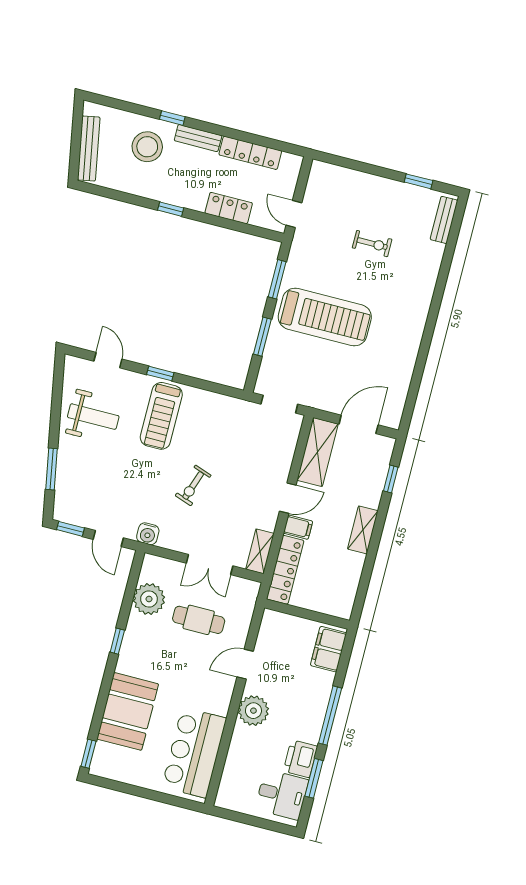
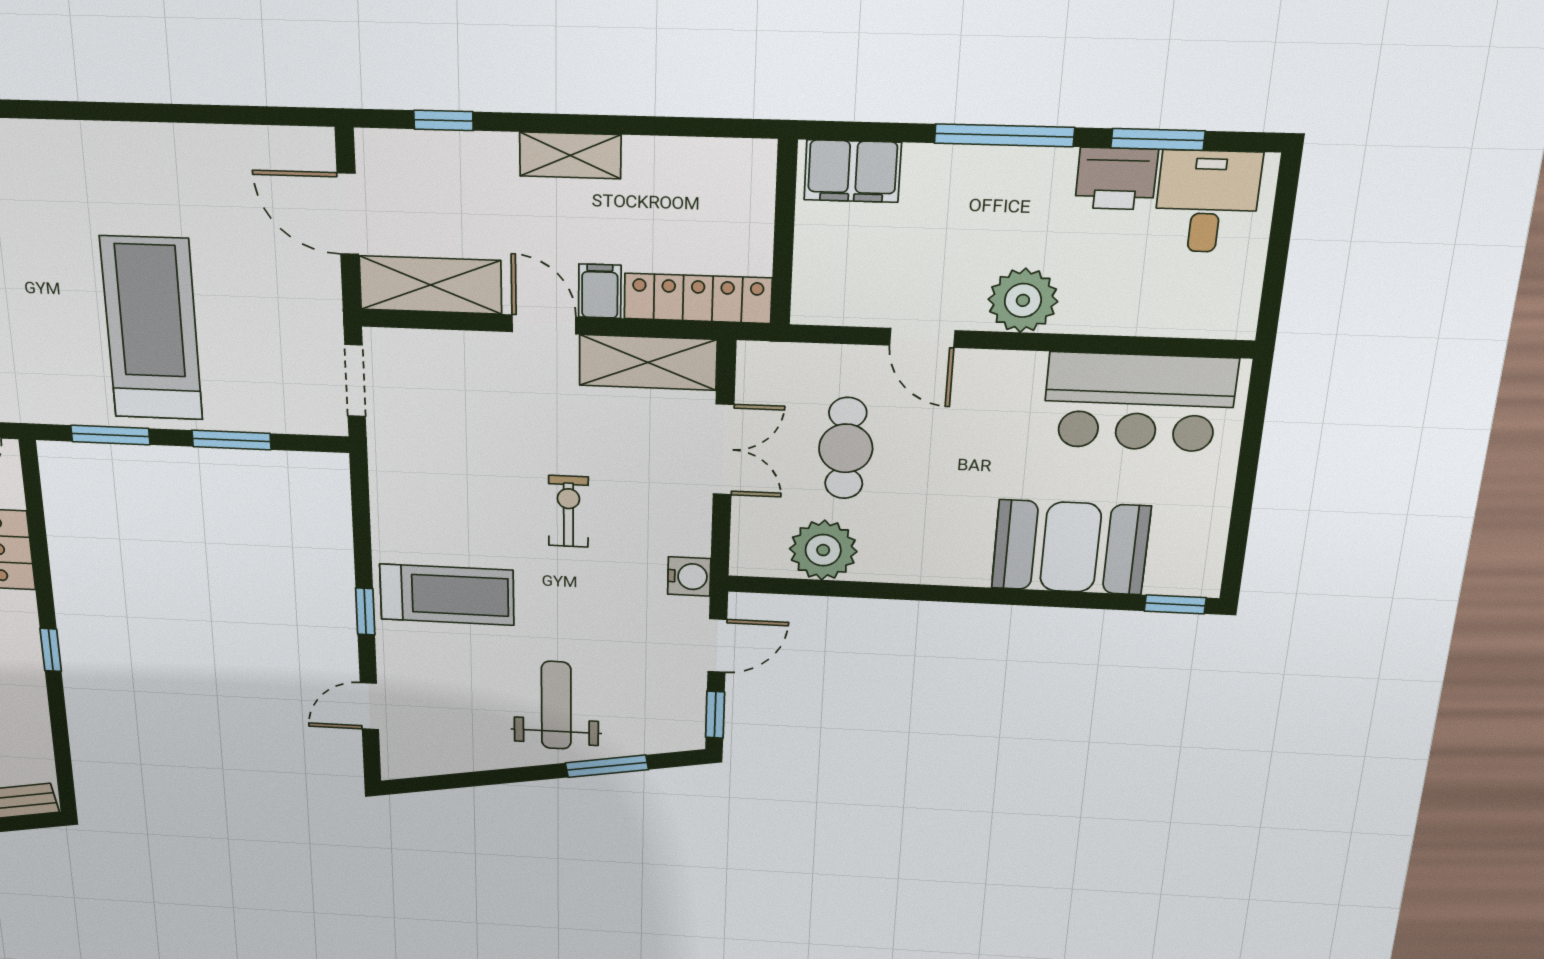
weight bench: (93, 417) -> (556, 705), moved
exercise bike: (193, 485) -> (568, 511), turned -109
shelving: (260, 551) -> (648, 362), width x1.50, depth x1.33
window: (117, 641) -> (924, 593), removed

